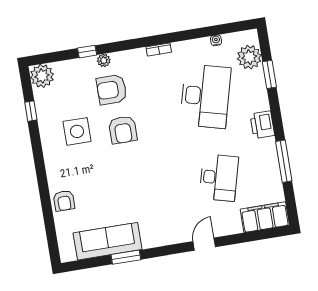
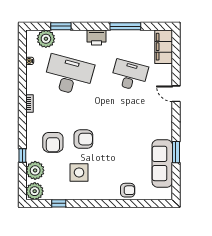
plant: (104, 60) -> (35, 170), moved, width x1.88, depth x1.88

